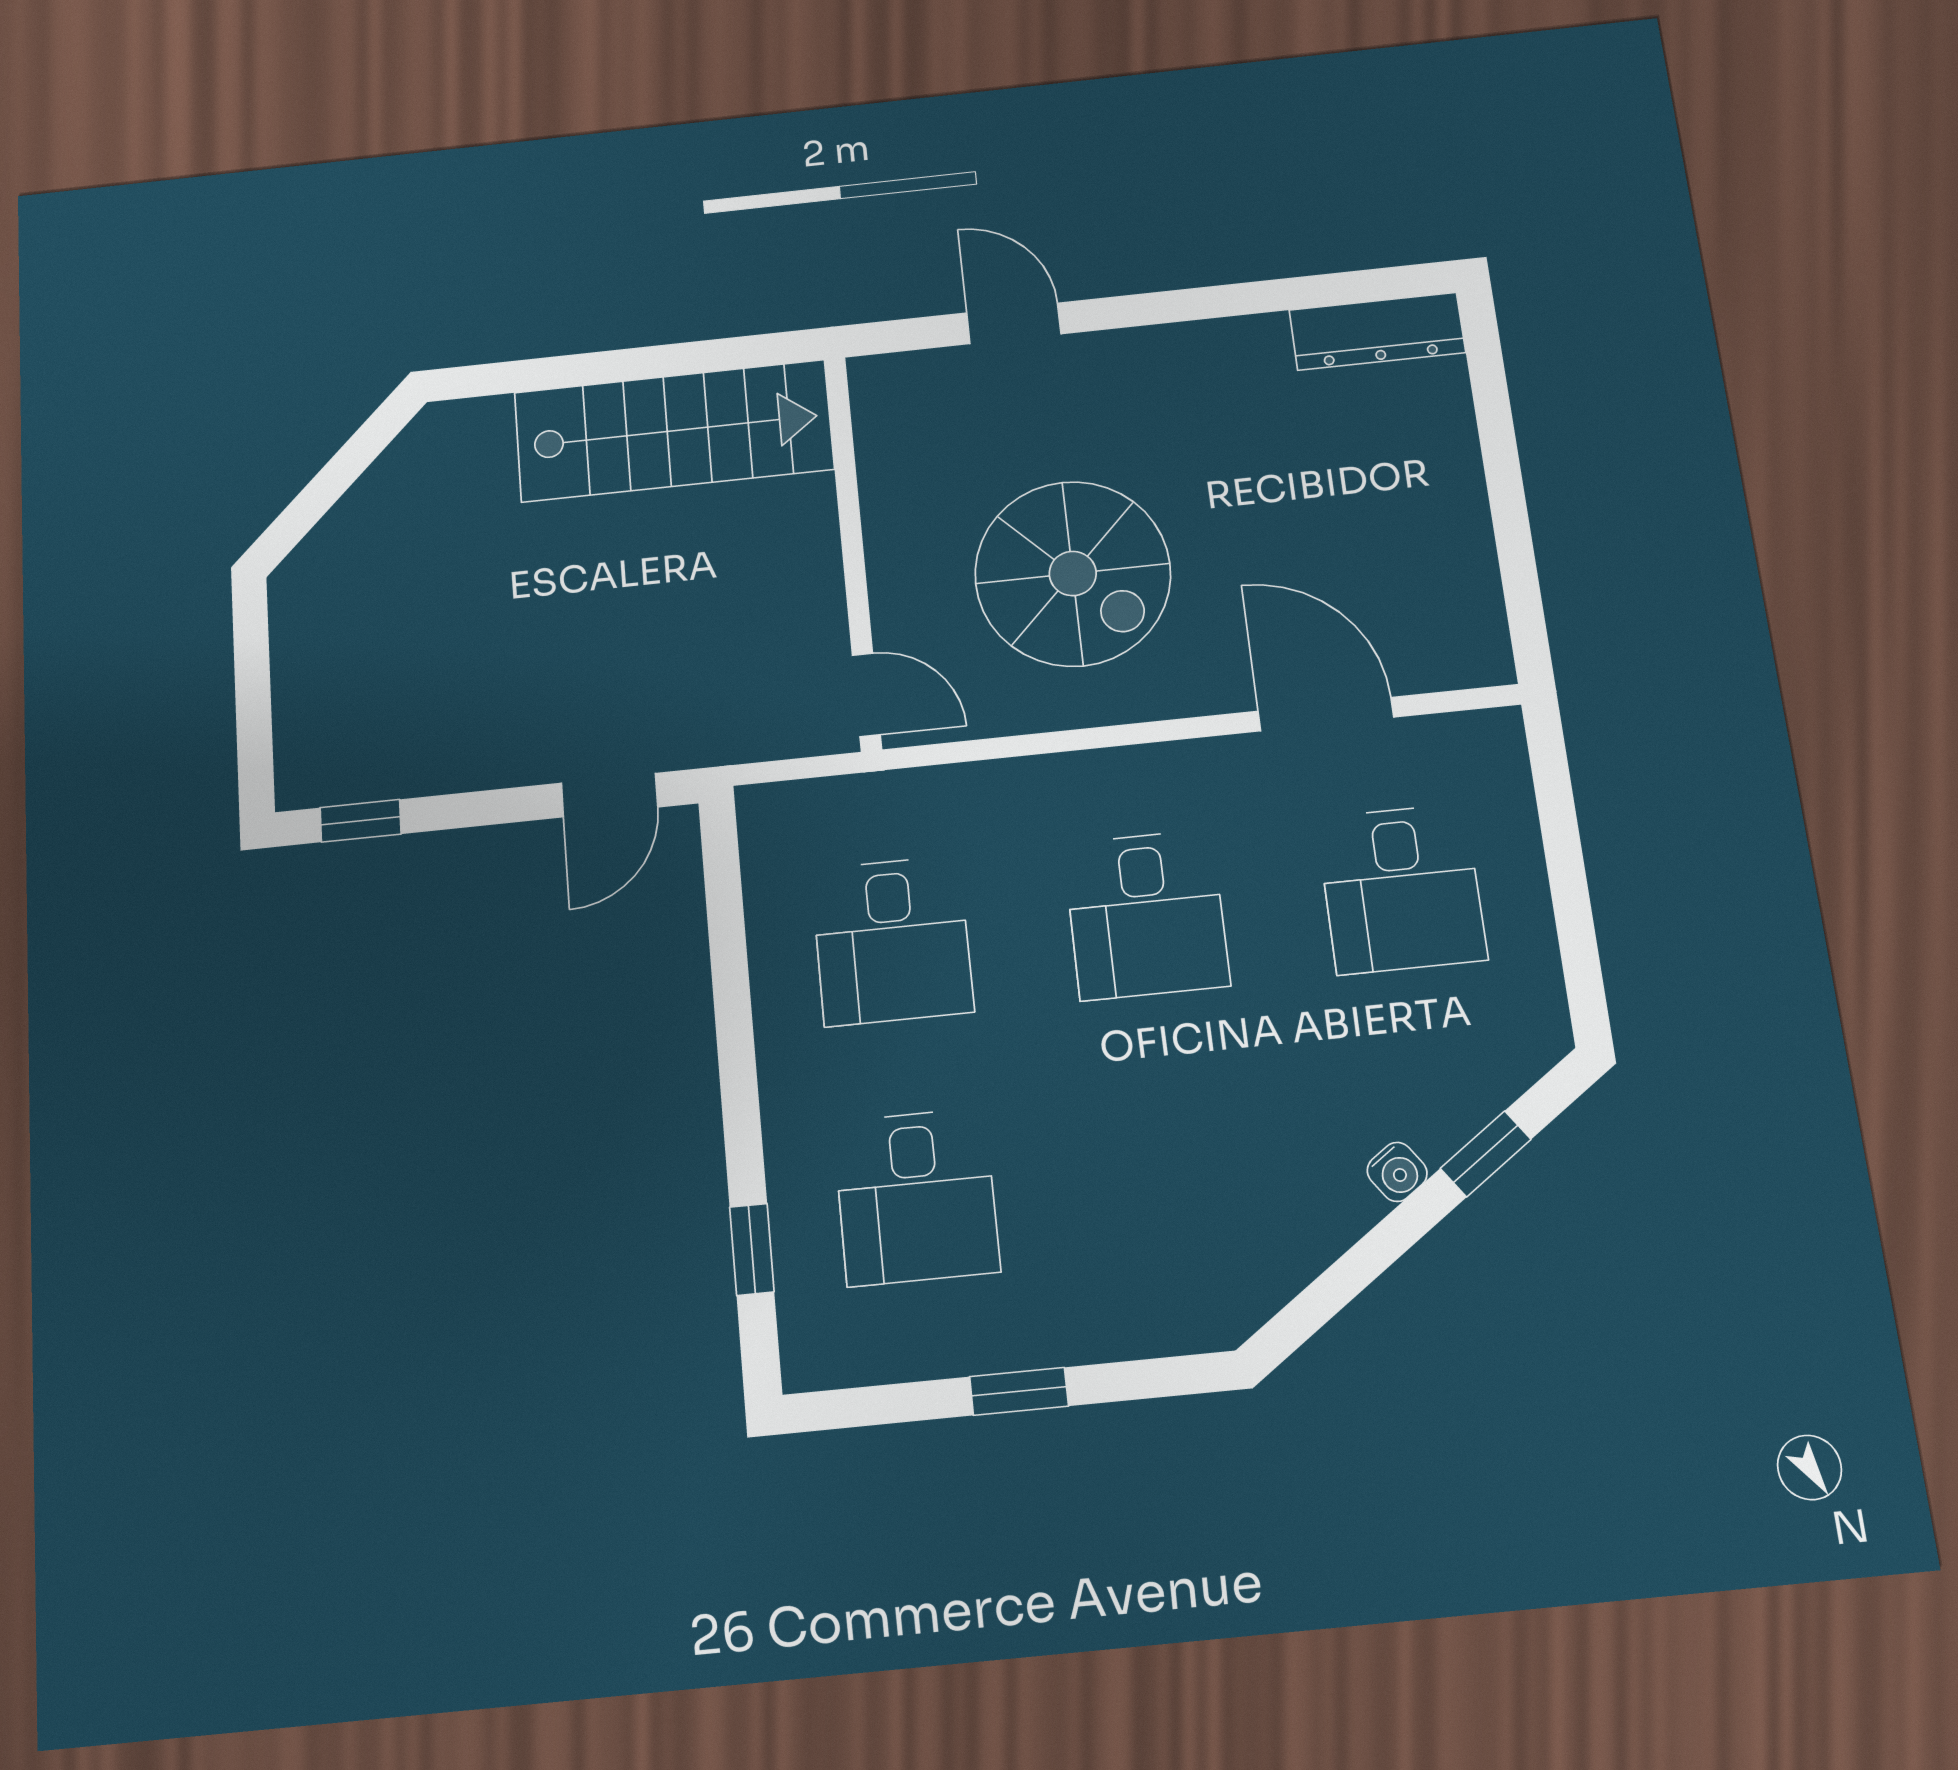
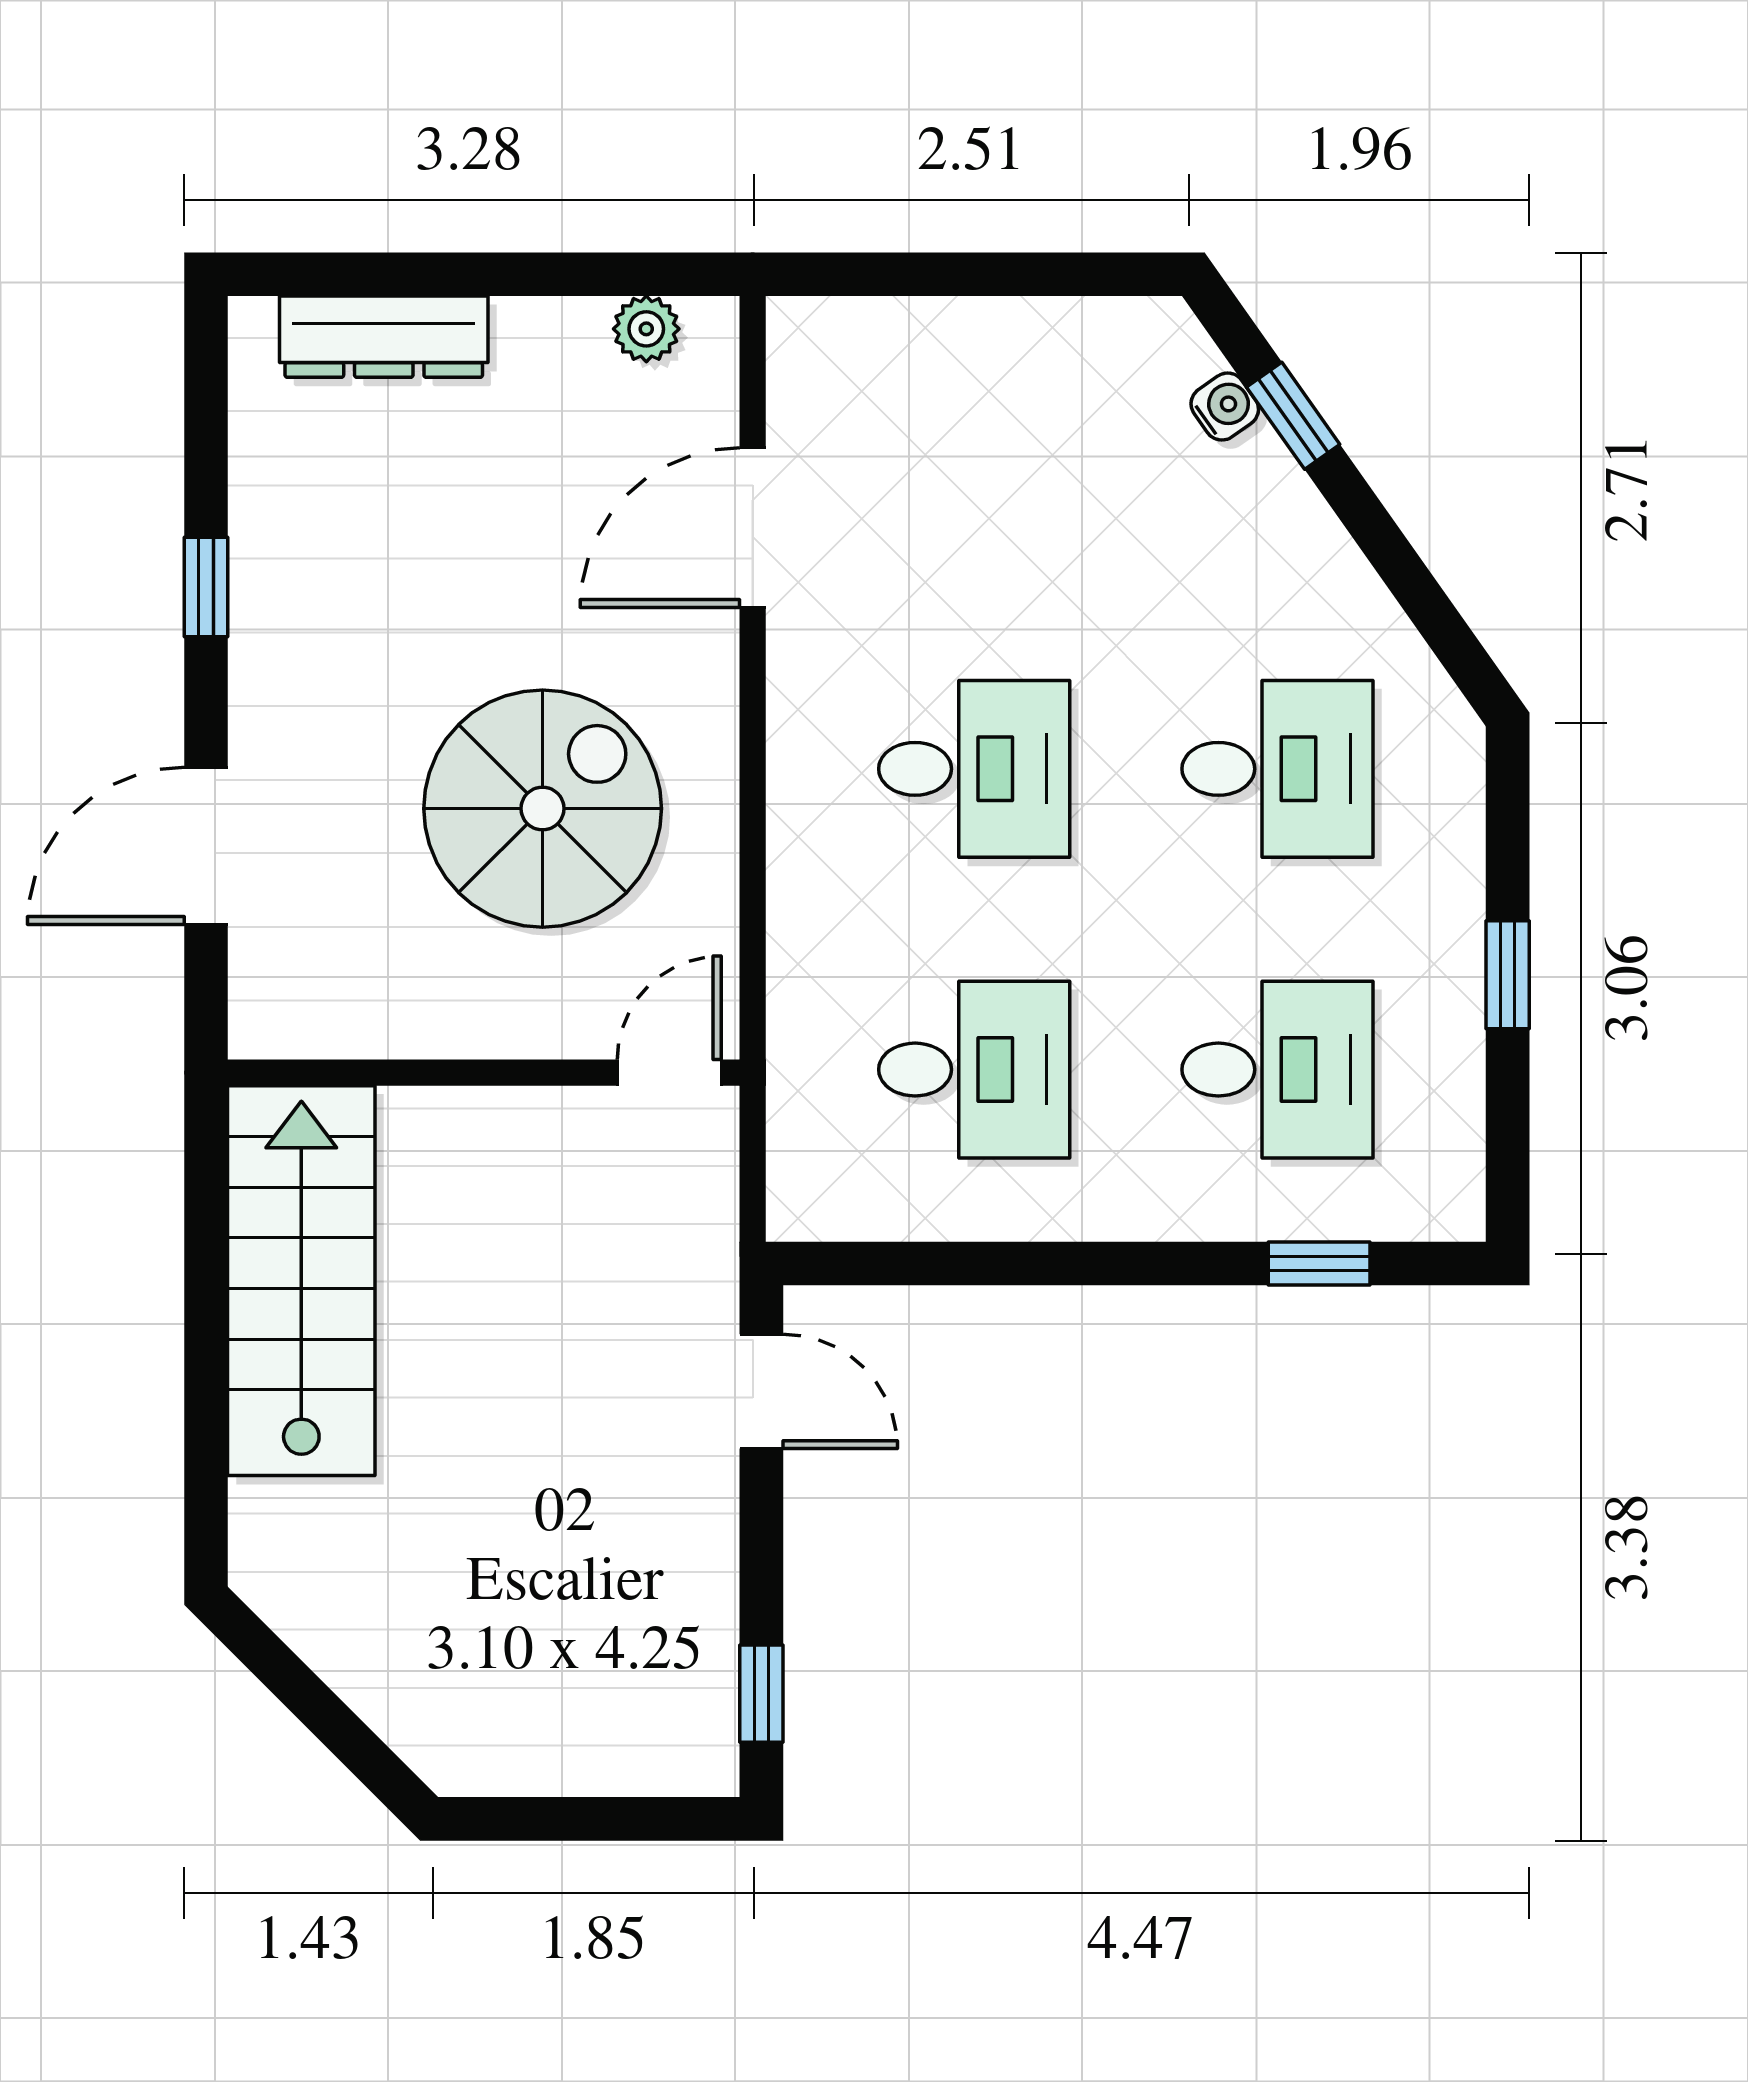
window: (1221, 301) -> (206, 587), added
door: (1014, 323) -> (206, 846), width x1.38
dresser: (1377, 331) -> (384, 337), moved, turned 90
plant: (1479, 613) -> (646, 329), added
desk: (1401, 889) -> (1278, 769), moved
water cooler: (1397, 1172) -> (1225, 407), moved

